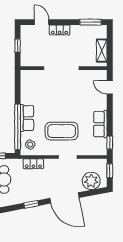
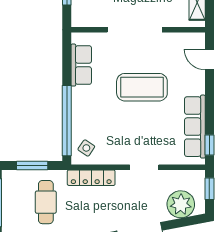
row of seats: (27, 118) -> (81, 65), moved
row of seats: (100, 124) -> (195, 127), width x1.48
coffee table: (62, 131) -> (142, 87), moved
locker: (33, 164) -> (91, 178), width x1.53

